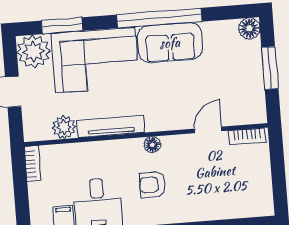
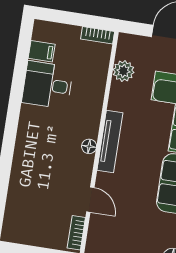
tv unit: (111, 126) -> (110, 141), moved
armchair: (153, 185) -> (53, 138), removed

